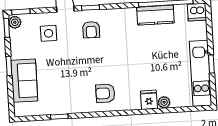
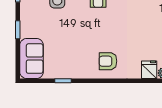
sofa: (24, 81) -> (32, 59), moved

